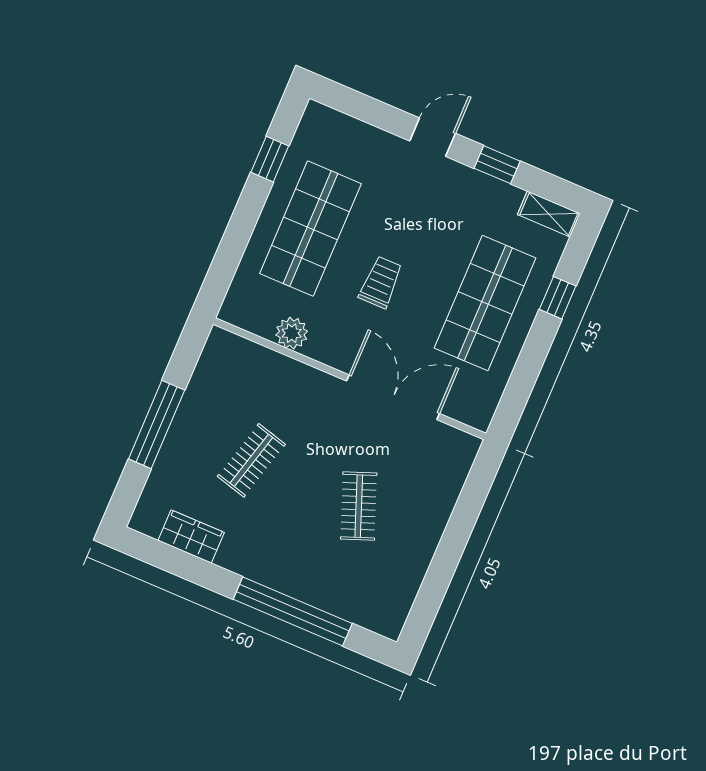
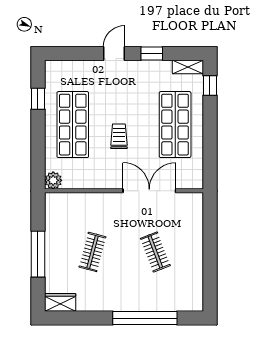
window: (558, 298) -> (210, 86), moved
plant: (292, 333) -> (53, 180), moved
wardrobe: (191, 537) -> (60, 302), moved

